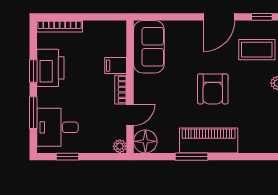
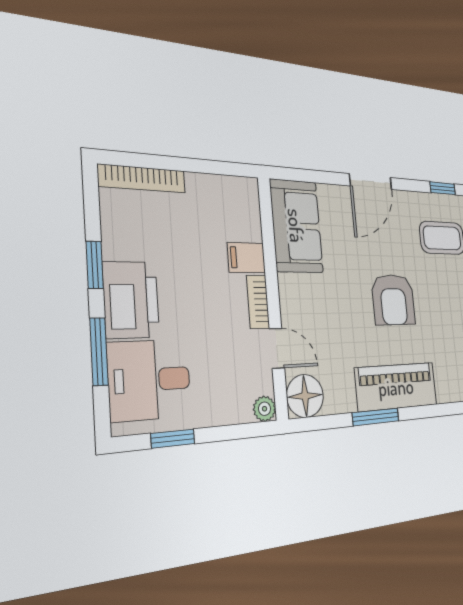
door: (219, 17) -> (371, 182), moved
printer: (50, 68) -> (131, 300), moved
door: (130, 115) -> (277, 348), hinge flipped

